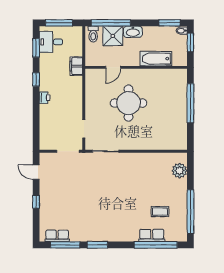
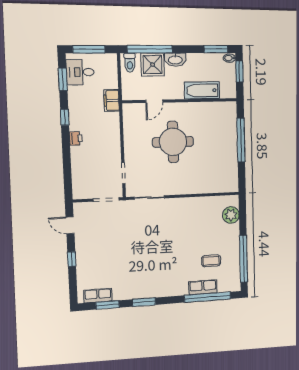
window: (65, 245) -> (108, 305), width x0.69

